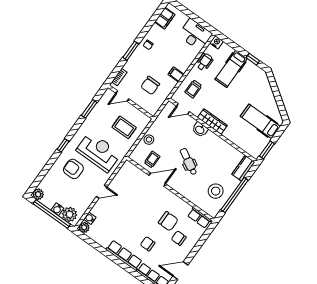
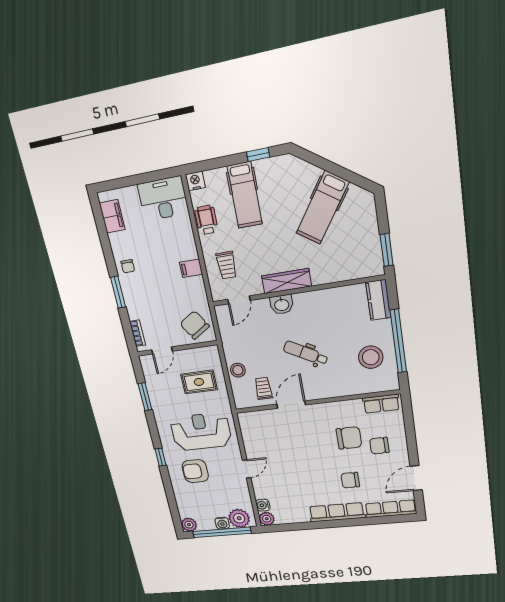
chair: (150, 85) -> (195, 325), moved, turned 148
hospital bed: (260, 121) -> (322, 208), moved, turned -55

